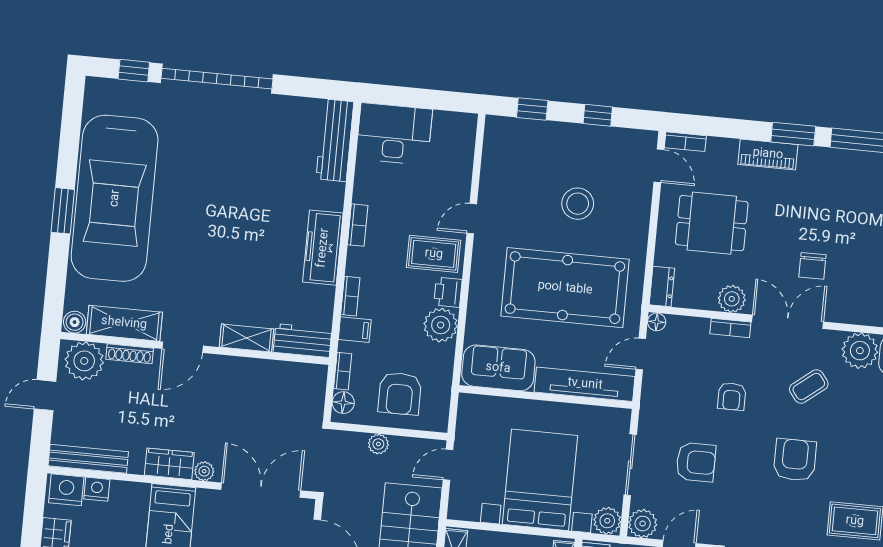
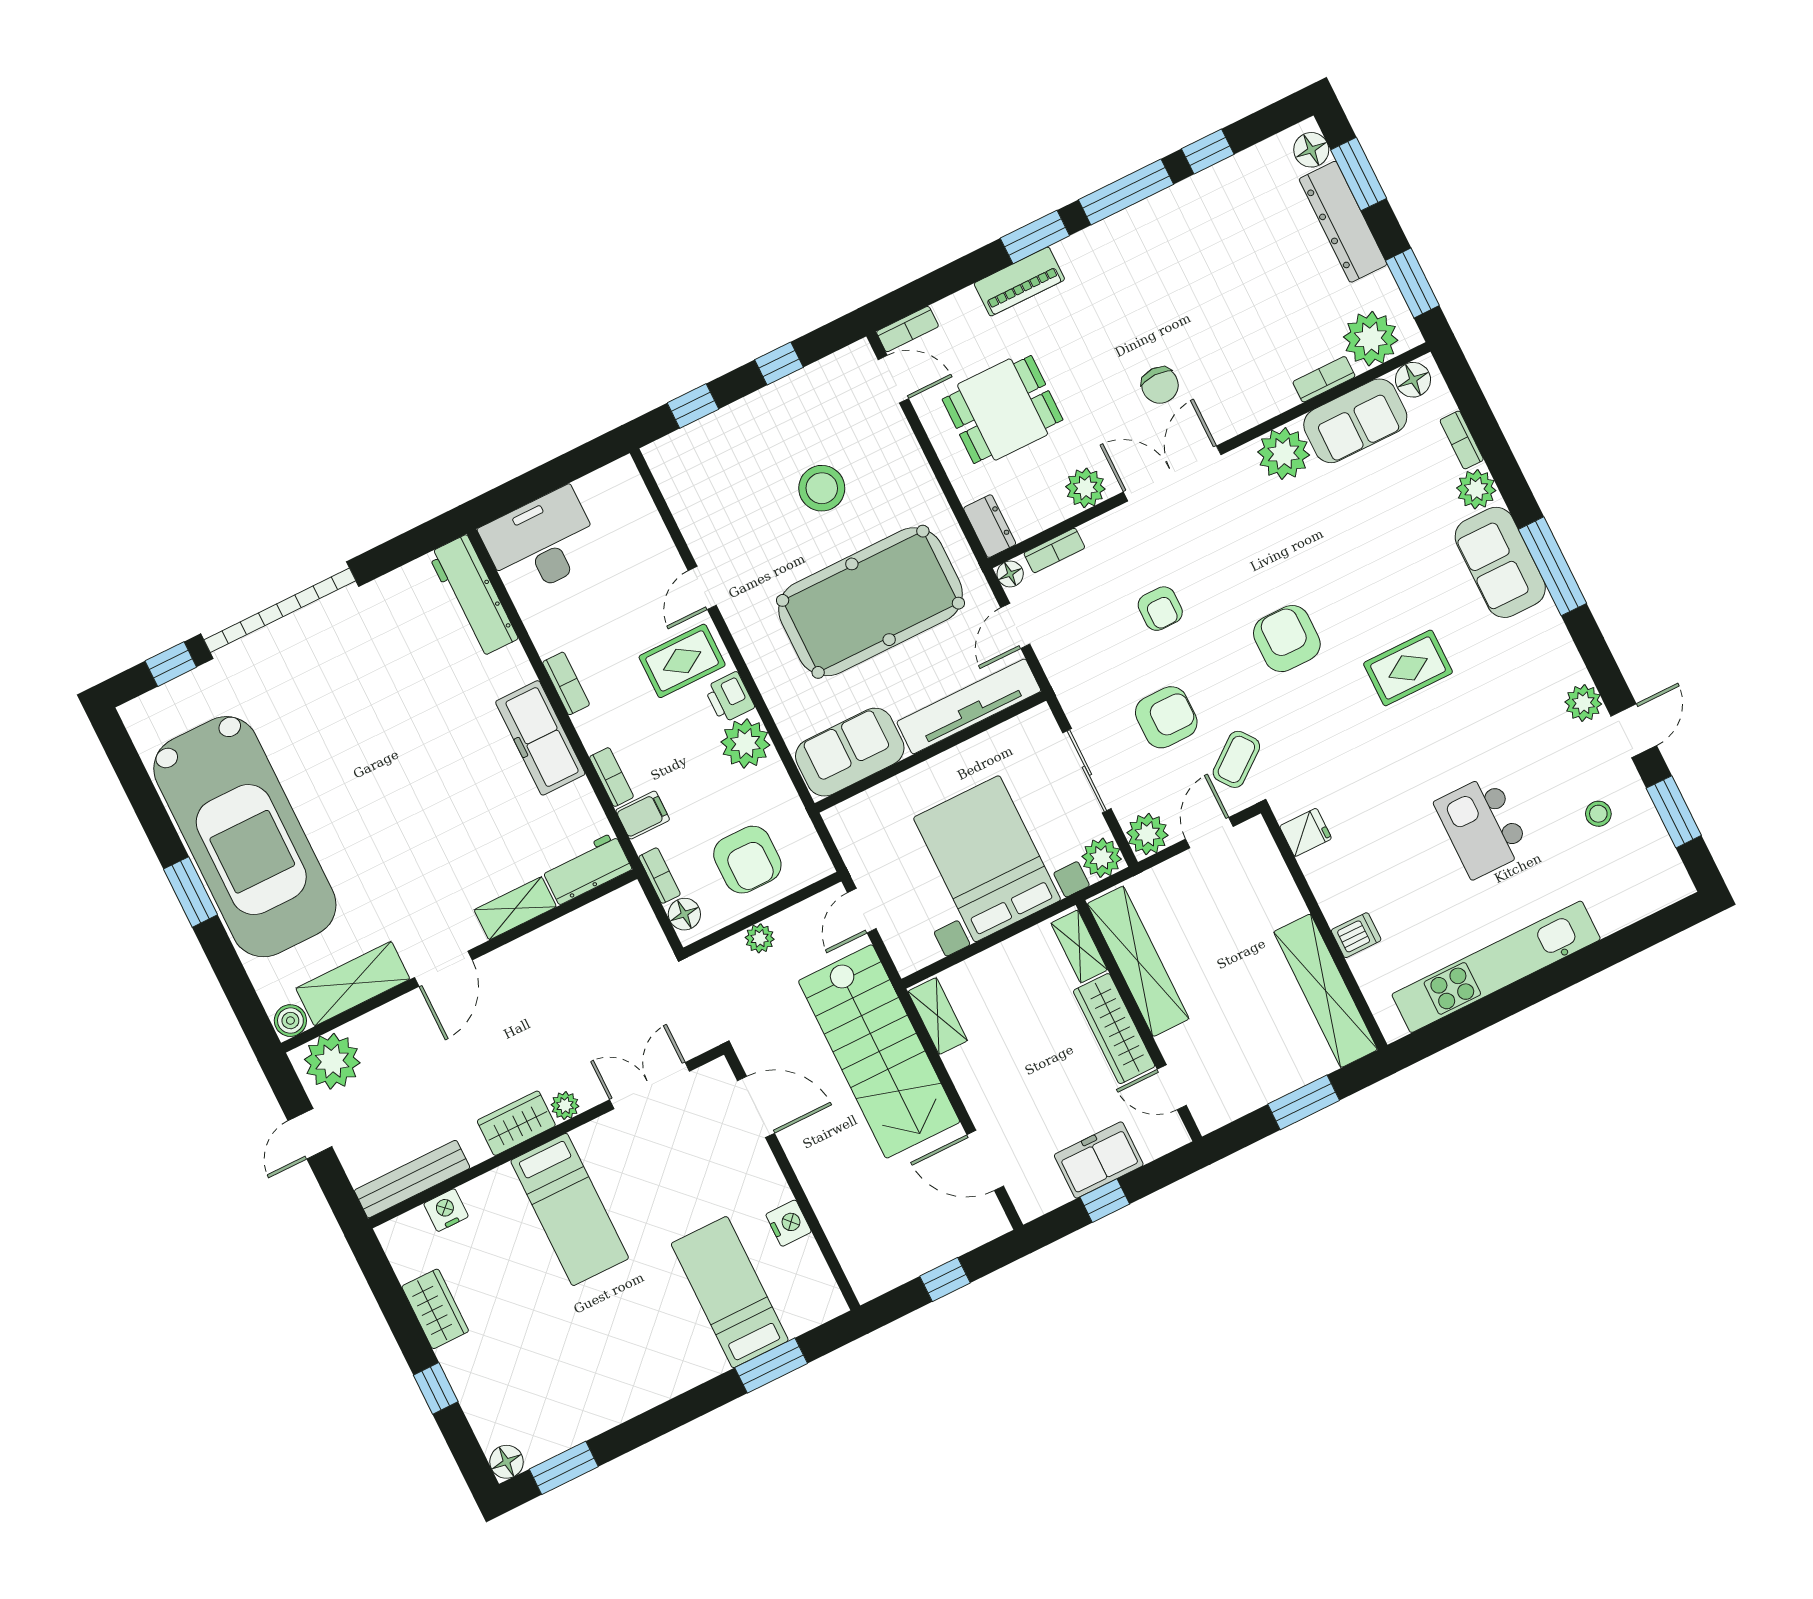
bookcase: (730, 328) -> (1054, 550), moved
shoe rack: (130, 354) -> (383, 1017), removed
coffee table: (809, 386) -> (1236, 759), moved
nightstand: (66, 490) -> (409, 1234), removed
double door: (261, 490) -> (650, 1086), width x0.73

